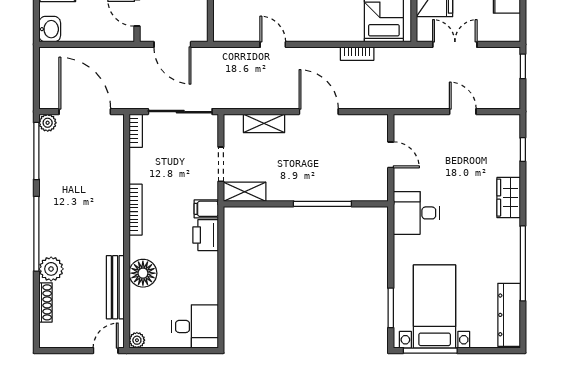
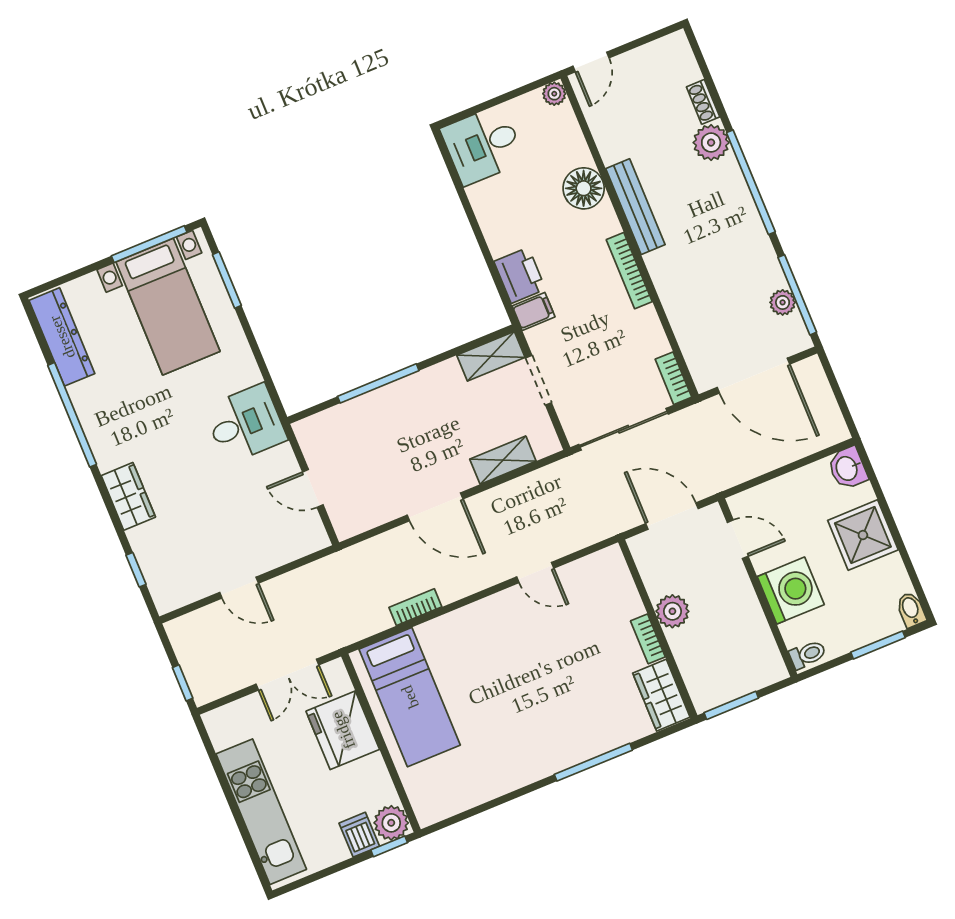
plant: (48, 123) -> (783, 302), moved
bench: (115, 287) -> (635, 207), moved
shoe rack: (46, 302) -> (703, 102), width x0.70

